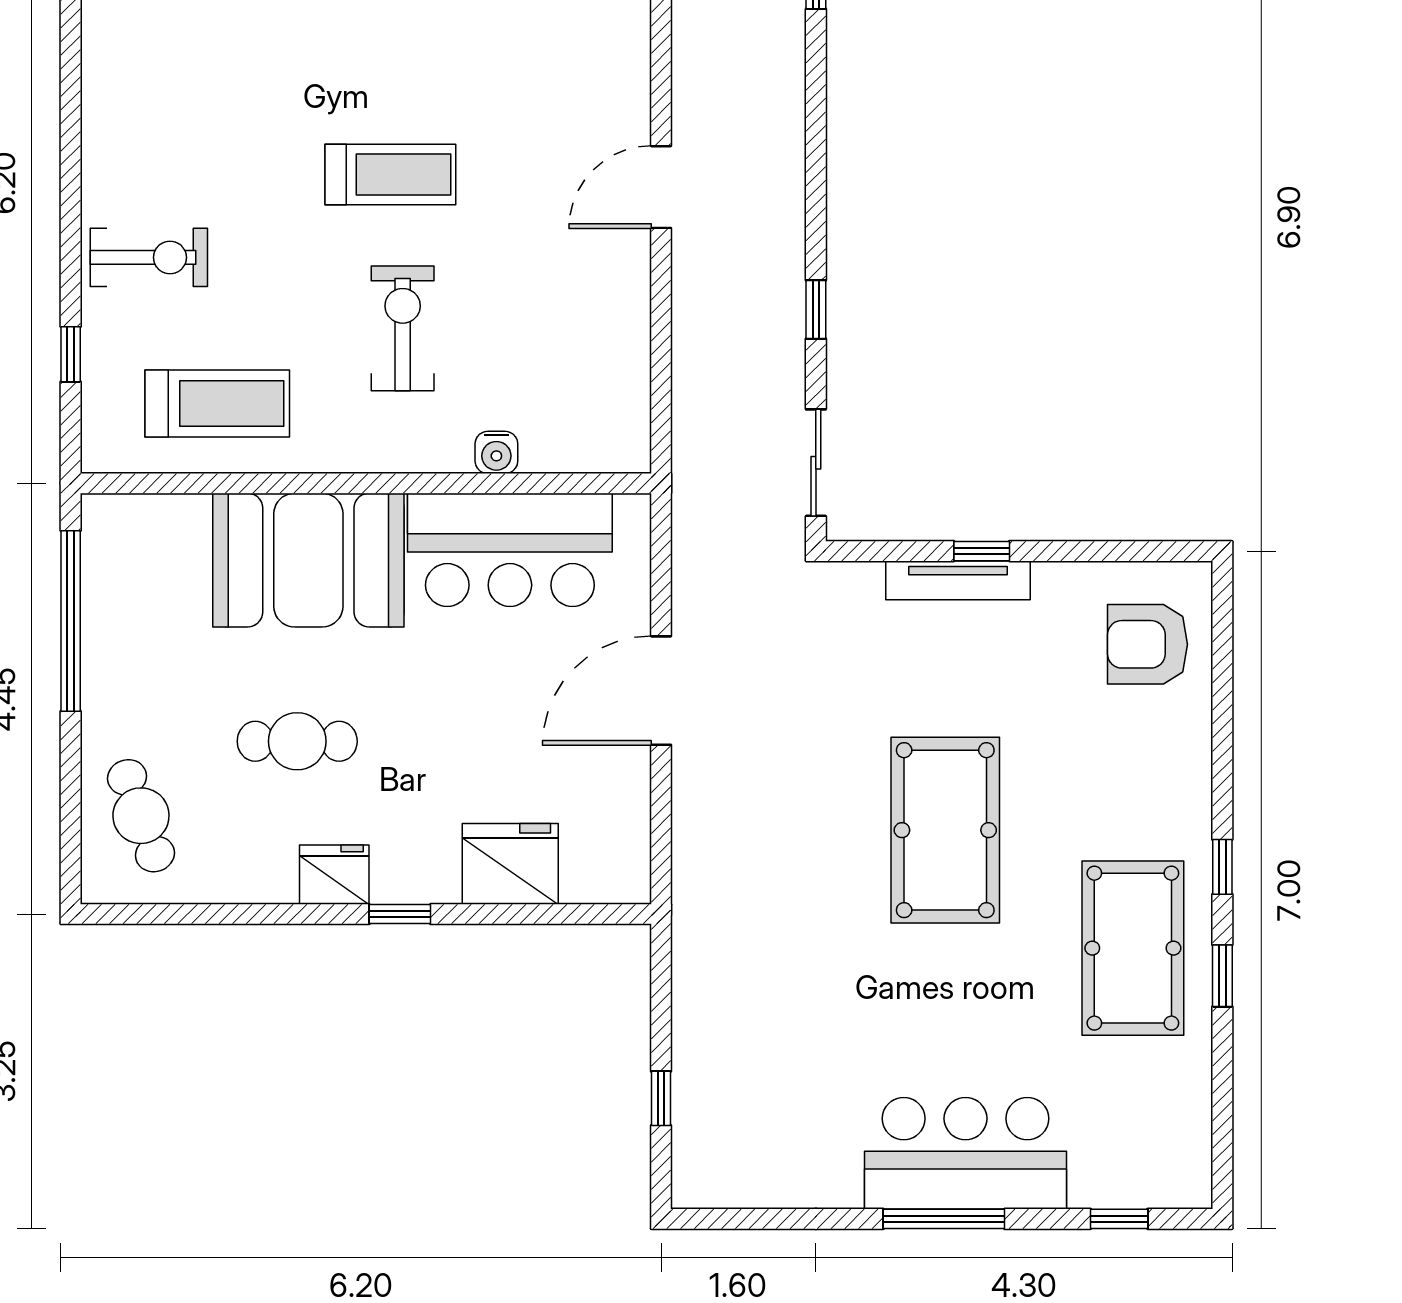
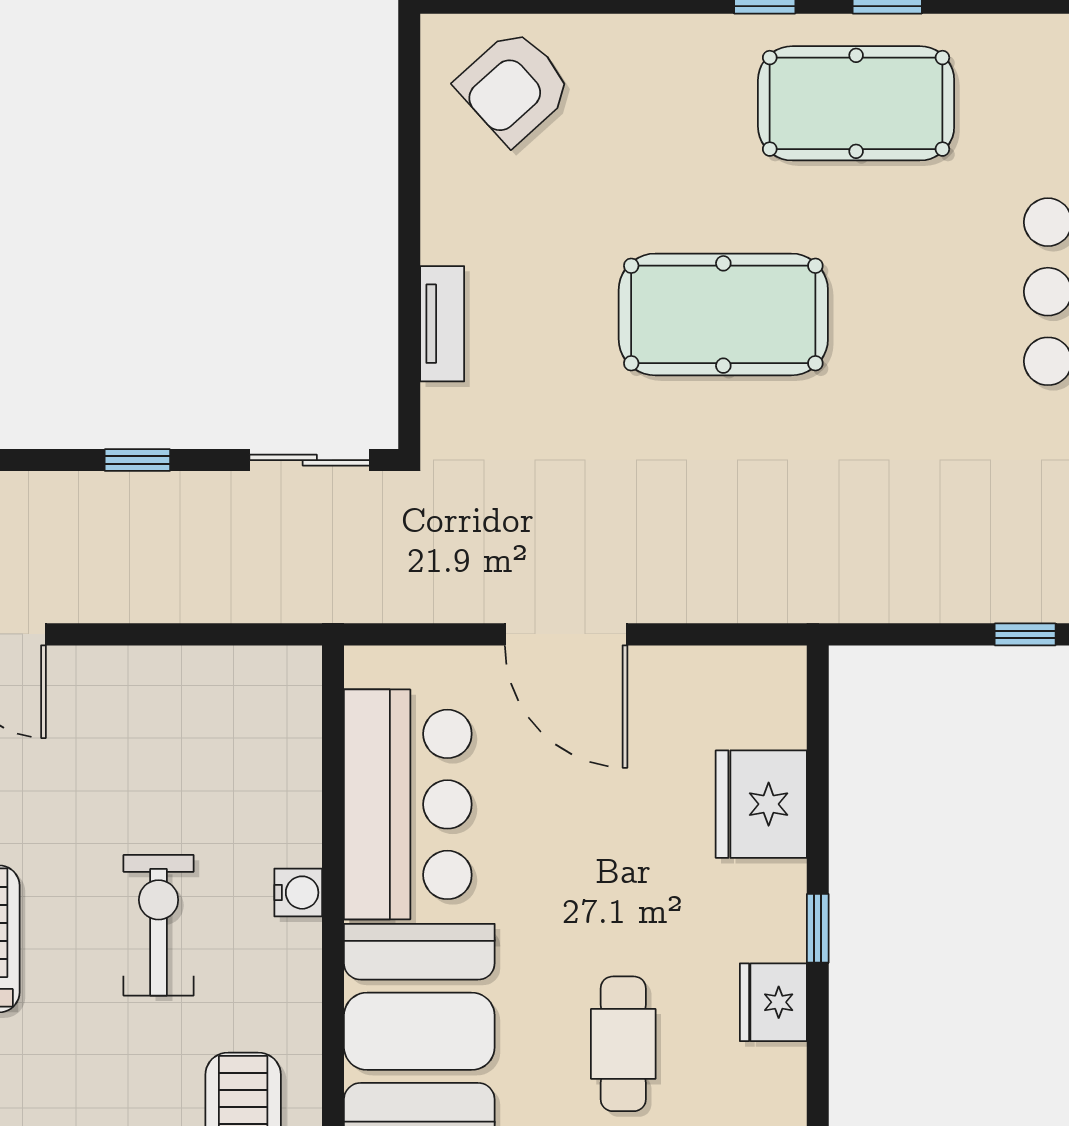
exercise bike: (403, 328) -> (159, 925), turned 90
water cooler: (496, 452) -> (298, 893), moved
window: (982, 551) -> (409, 273), removed
tv unit: (958, 580) -> (442, 324), width x0.71
armchair: (1147, 644) -> (514, 87), turned 48

